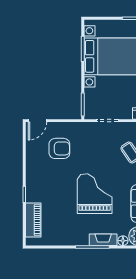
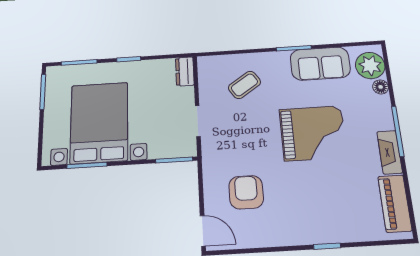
grand piano: (95, 194) -> (313, 133), turned 180
piano: (33, 220) -> (395, 203), moved, turned -90
fireplace: (103, 240) -> (390, 152), moved

